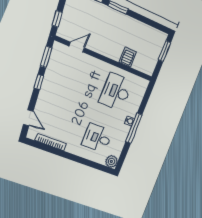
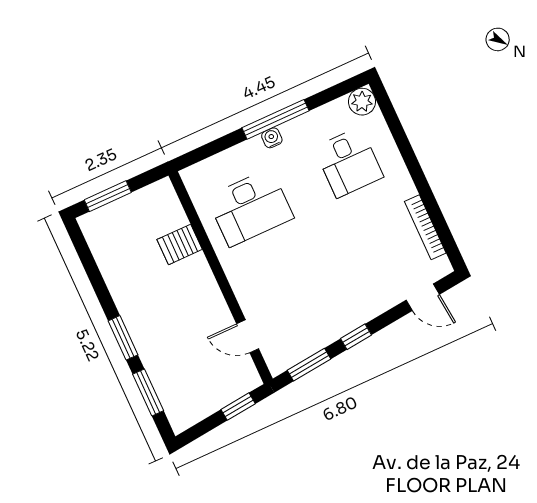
door: (28, 118) -> (423, 297), swing flipped

